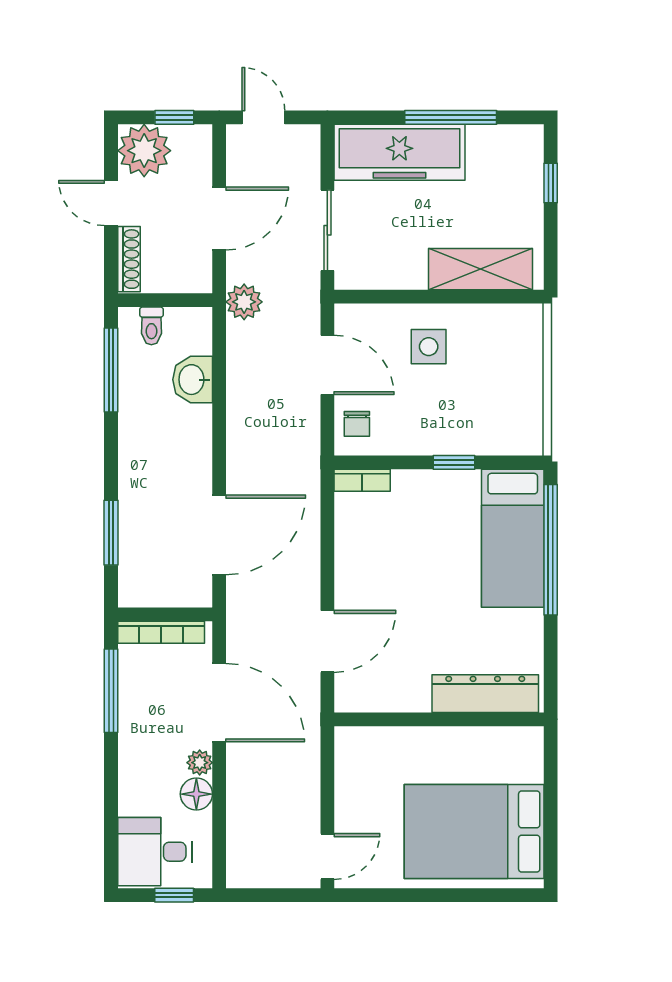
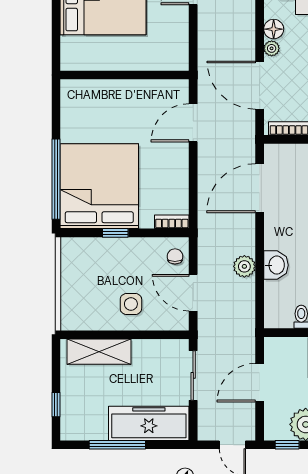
plant: (244, 302) -> (244, 266), moved
washbasin: (193, 380) -> (276, 265), moved
bed: (513, 538) -> (99, 186), width x2.04
dresser: (485, 694) -> (96, 91), removed

